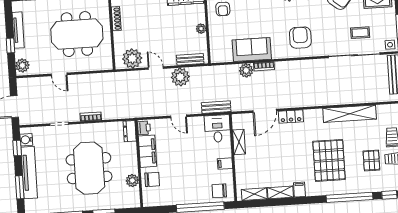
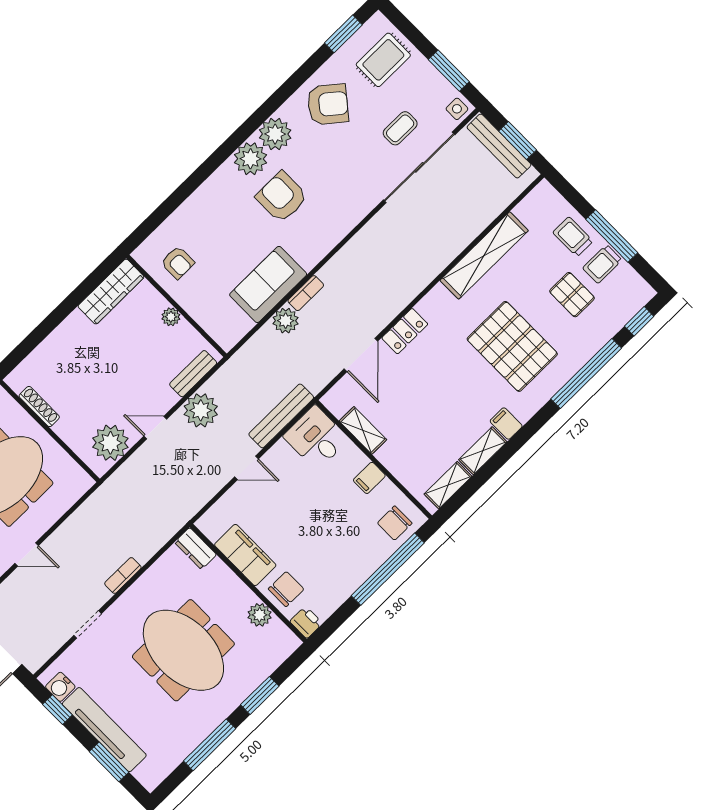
armchair: (300, 38) -> (282, 197), moved
bench: (216, 107) -> (281, 416), width x1.36
printer: (144, 128) -> (306, 622), moved

